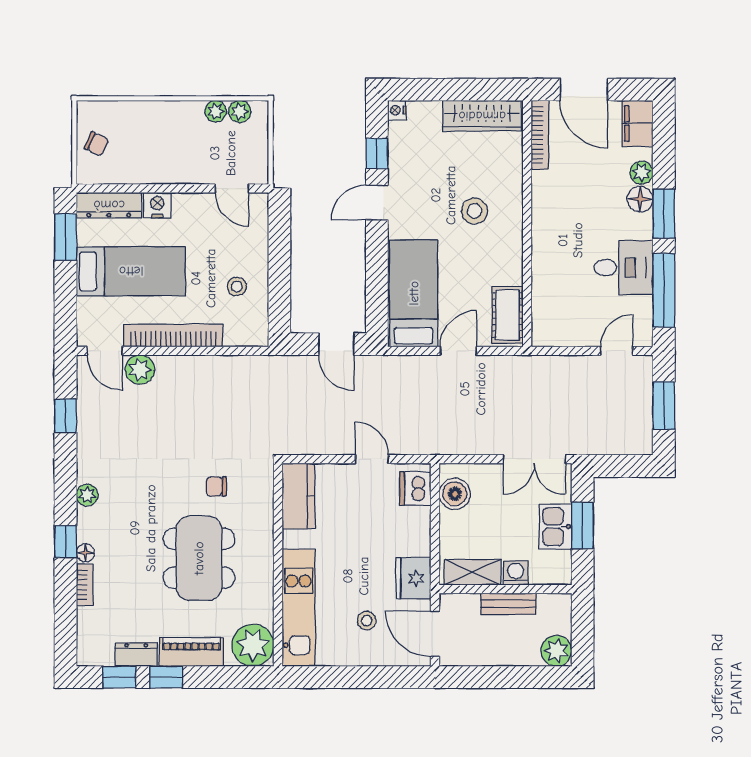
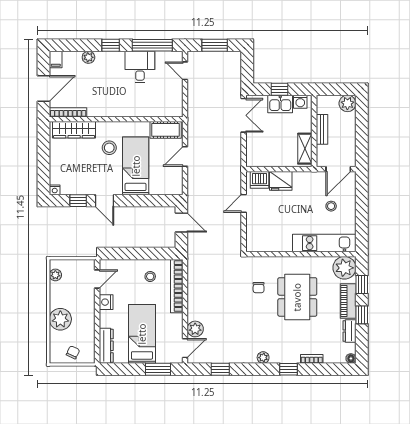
plant: (216, 111) -> (60, 319), moved, width x1.87, depth x1.87
wardrobe: (482, 116) -> (74, 130), moved, turned 90
filing cabinet: (638, 124) -> (56, 59), width x0.50
floor lamp: (640, 199) -> (103, 58), removed
nightstand: (157, 205) -> (106, 302), moved
window: (664, 214) -> (111, 45), width x0.67
window: (66, 237) -> (158, 369), moved
bed: (414, 293) -> (136, 166), moved, turned 90
bookcase: (173, 336) -> (177, 286), moved
door: (336, 344) -> (181, 223), hinge flipped
door: (458, 351) -> (185, 156), hinge flipped
boiler: (455, 494) -> (262, 158), removed
kitchen counter: (298, 496) -> (264, 243), removed
window: (583, 525) -> (280, 89), width x0.67
floor lamp: (85, 553) -> (351, 358), moved
dining table: (199, 558) -> (297, 297), turned 90
washing machine: (516, 573) -> (300, 102), moved, turned -90
fridge: (413, 578) -> (281, 181), moved
window: (119, 677) -> (362, 284), moved

